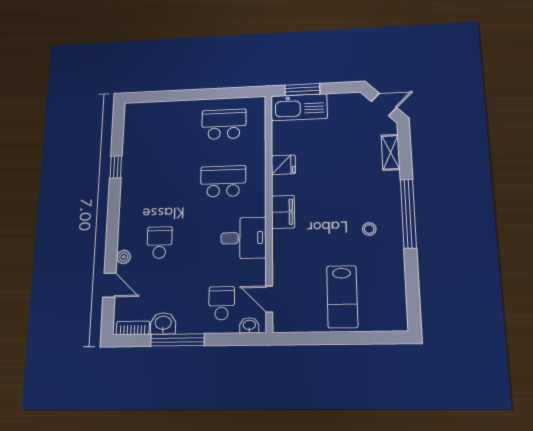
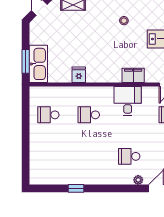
school desk: (224, 124) -> (48, 115), width x0.54
school desk: (223, 181) -> (89, 115), width x0.54
filing cabinet: (283, 212) -> (133, 75), moved

